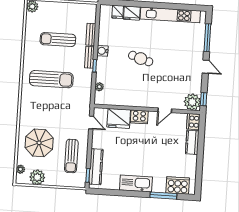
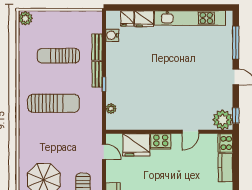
water cooler: (102, 51) -> (112, 35), moved
cafe table: (141, 59) -> (158, 72), removed

